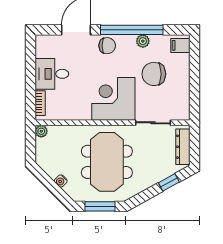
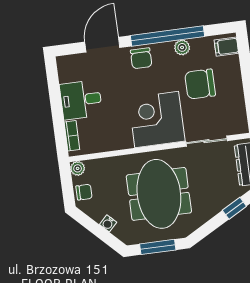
chair: (107, 46) -> (141, 58), turned 90
chair: (44, 152) -> (84, 192), added

